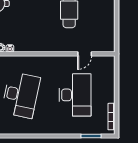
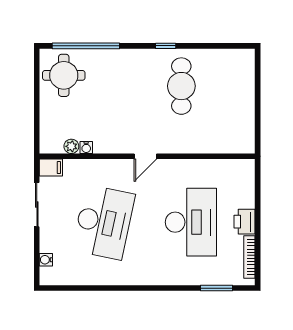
door: (85, 54) -> (145, 156), moved
printer: (108, 95) -> (245, 222), added

